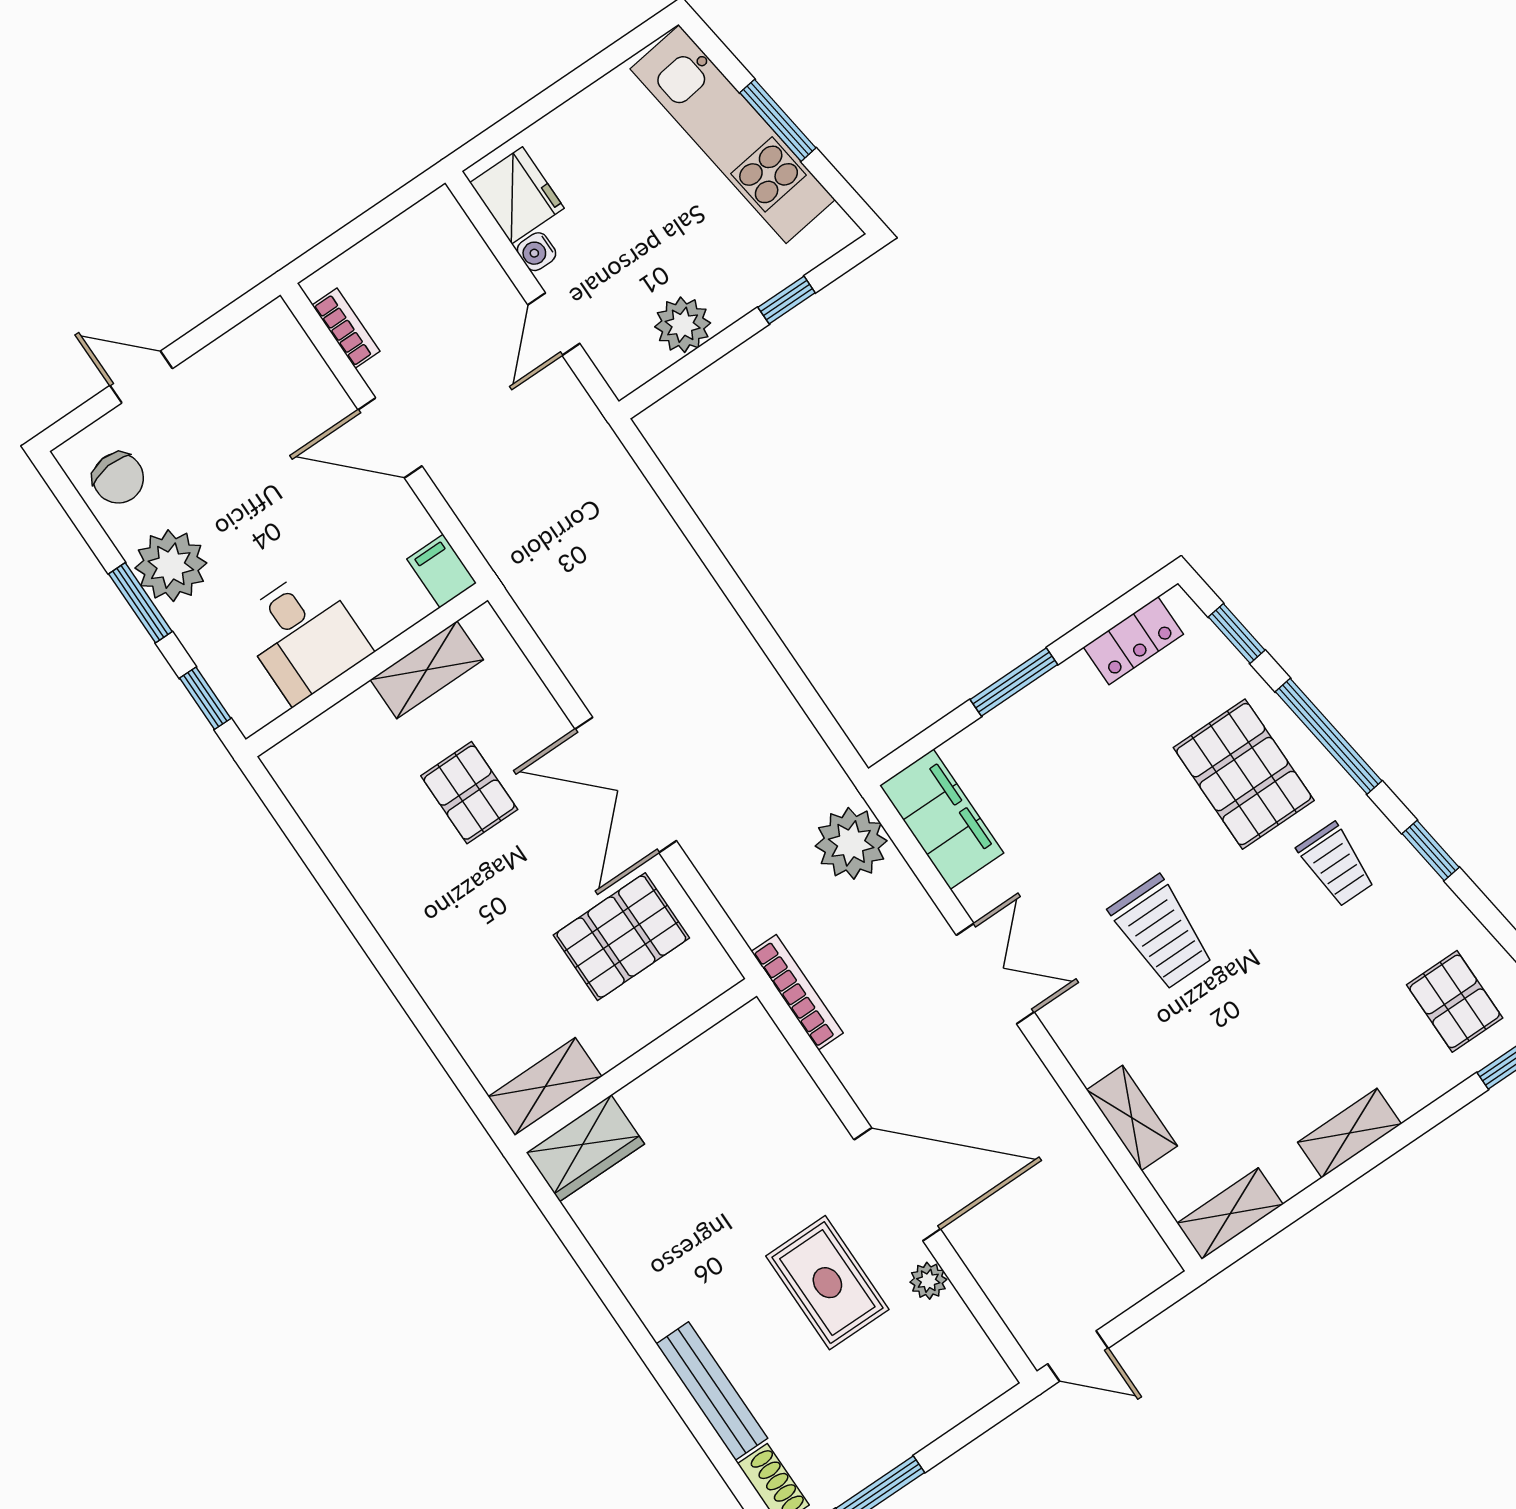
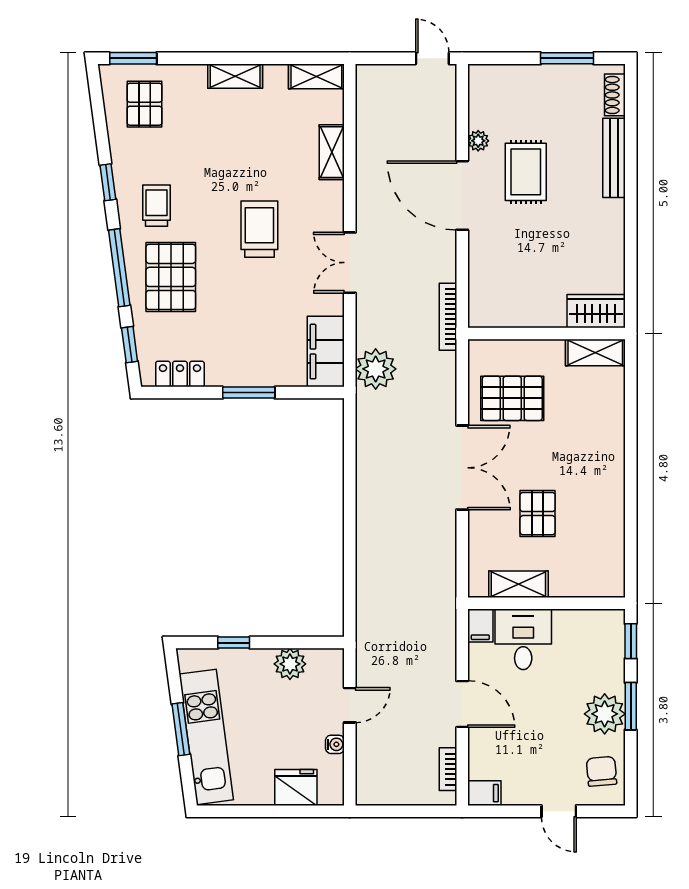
fridge: (517, 195) -> (296, 788), moved, turned 90
filing cabinet: (269, 329) -> (484, 793), added
desk: (304, 635) -> (523, 639), moved

